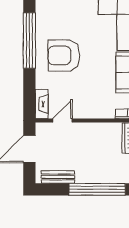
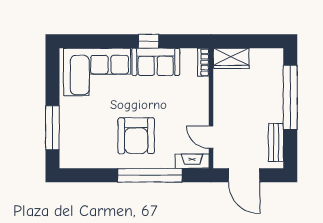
window: (29, 41) -> (150, 175), moved

